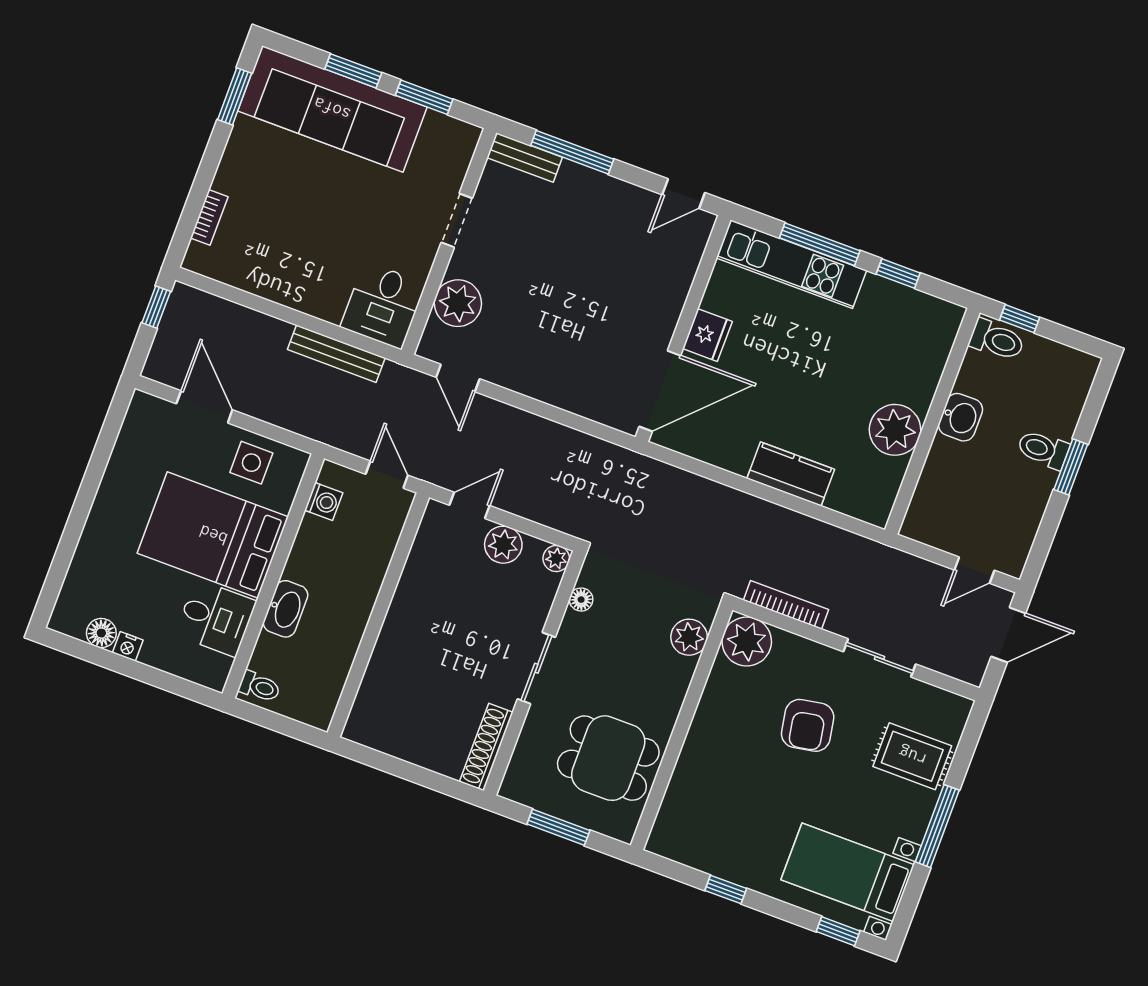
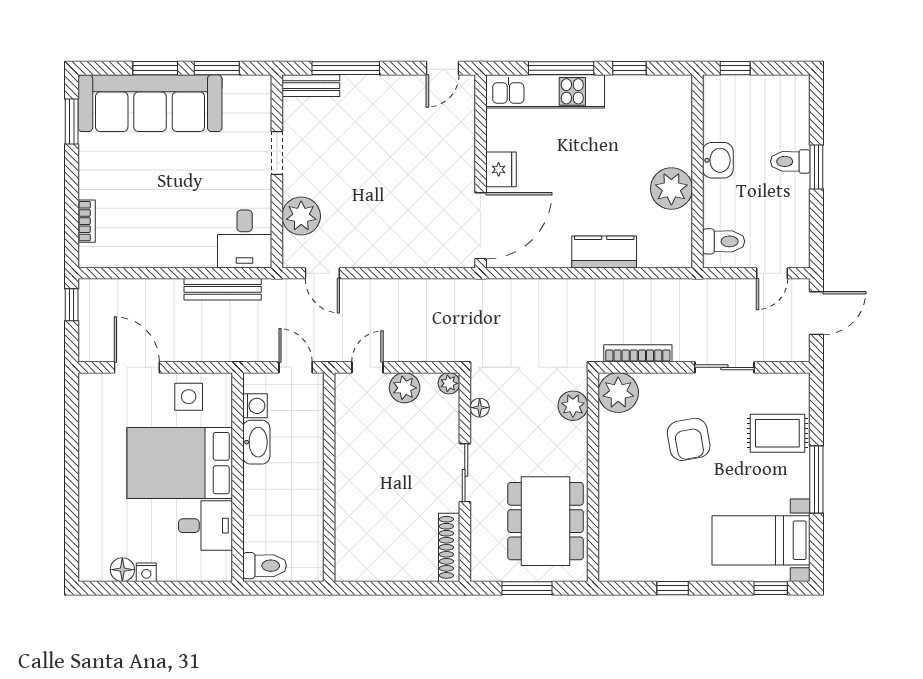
toilet: (997, 340) -> (724, 241), moved
washbasin: (286, 609) -> (256, 442), moved
toilet: (259, 687) -> (265, 566), width x1.37, depth x1.39
dining table: (608, 758) -> (546, 521), width x1.38

